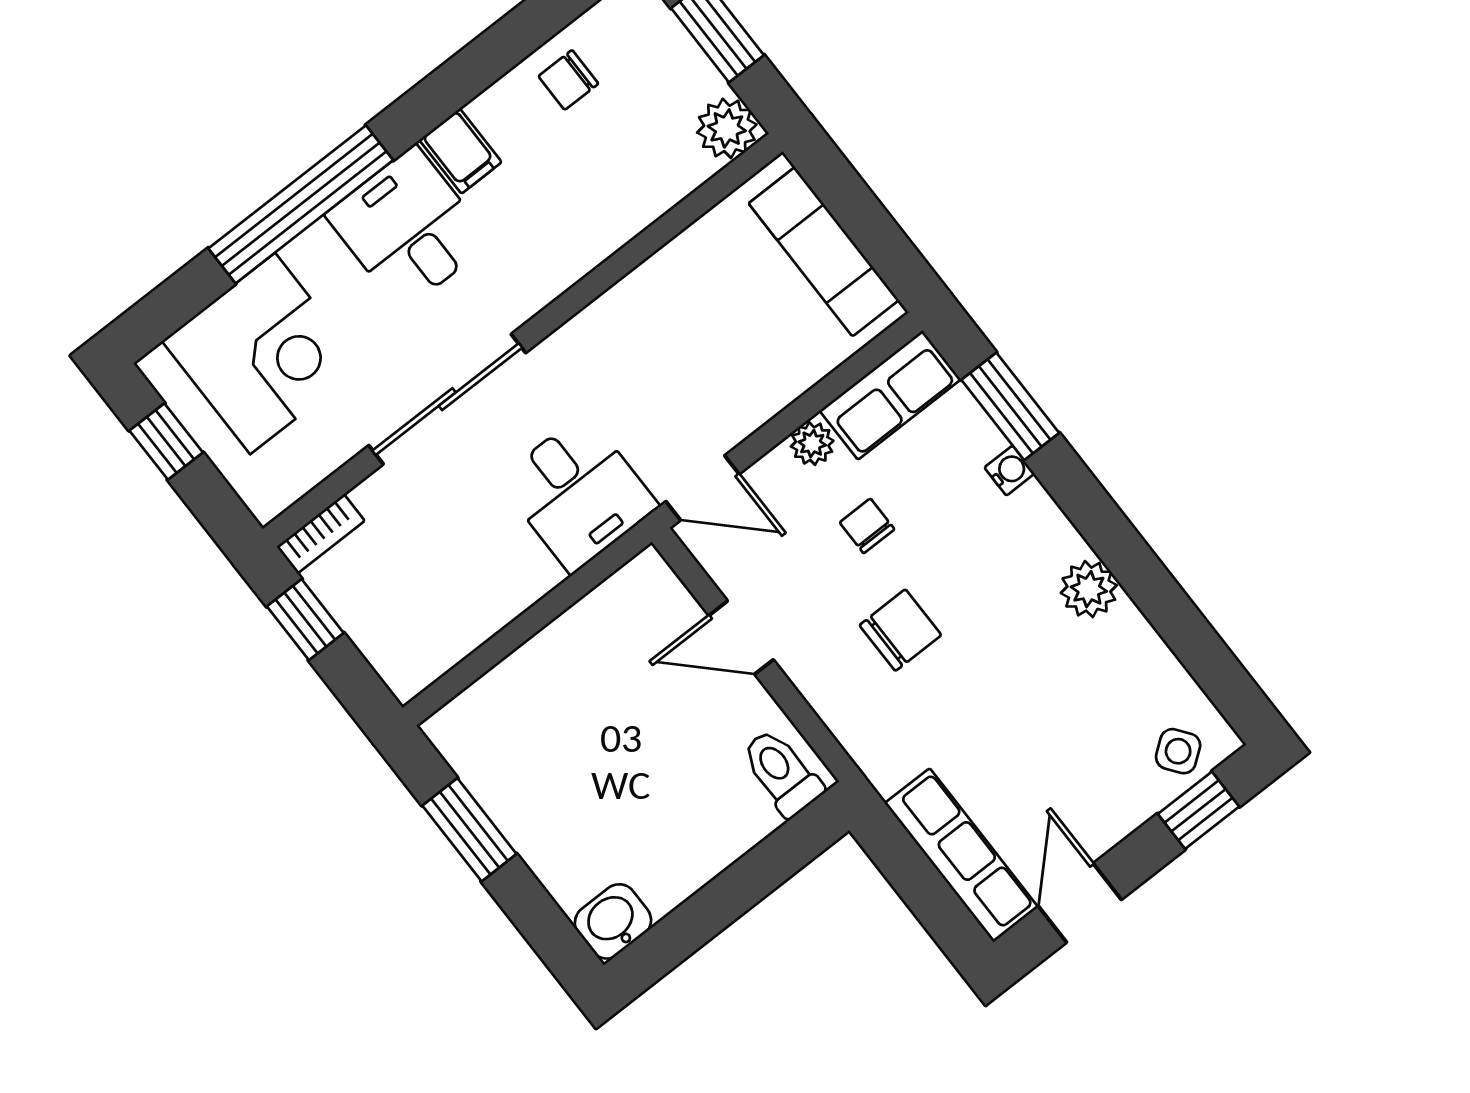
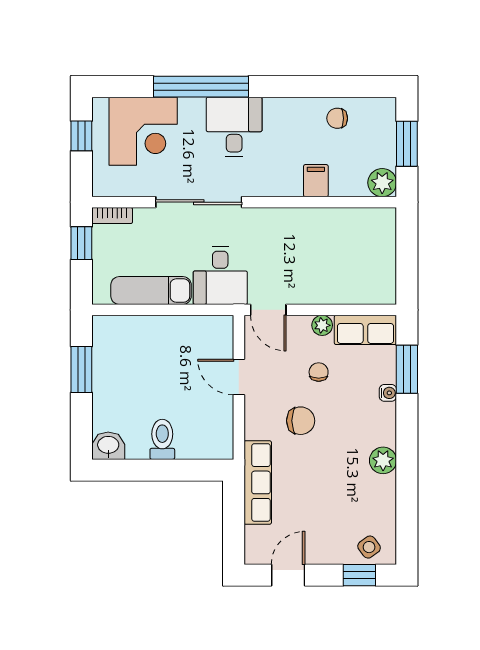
filing cabinet: (461, 151) -> (316, 181), moved, turned 180
exam couch: (824, 252) -> (151, 291), moved, turned 90
toilet: (782, 773) -> (162, 439), moved
row of seats: (961, 855) -> (258, 482), moved

